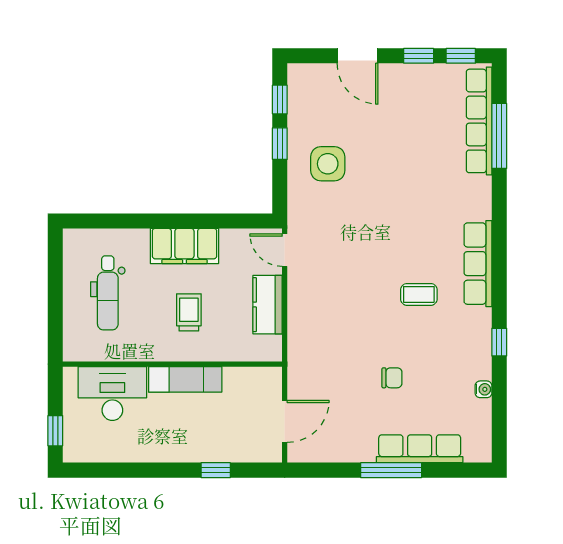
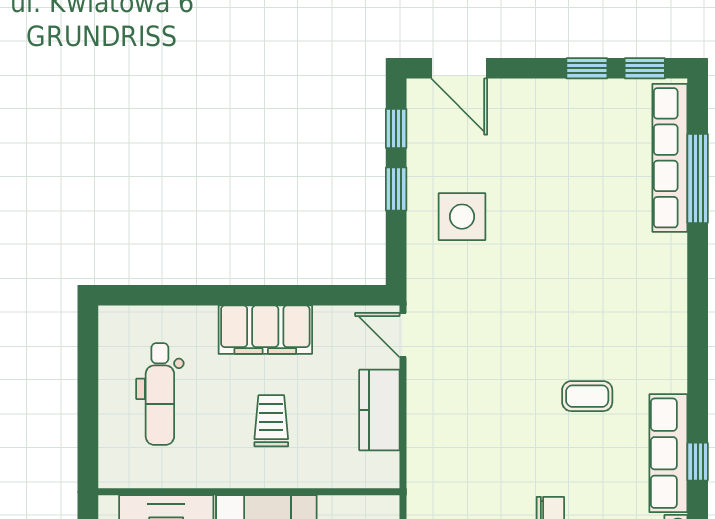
door: (357, 56) -> (459, 68), moved
row of seats: (478, 264) -> (668, 453), moved

